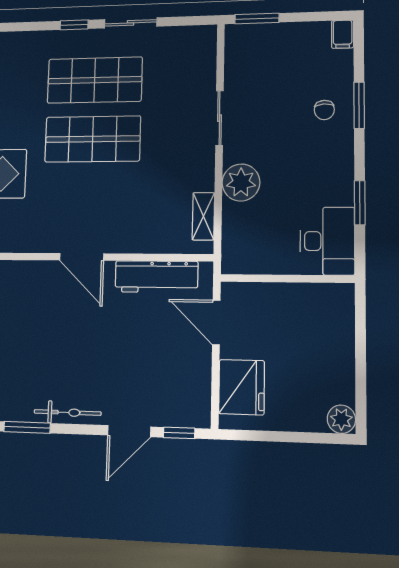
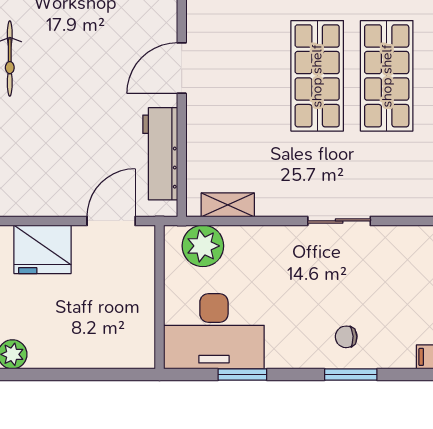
plant: (241, 182) -> (203, 246), moved
desk: (327, 241) -> (214, 331), width x1.36, depth x1.30

